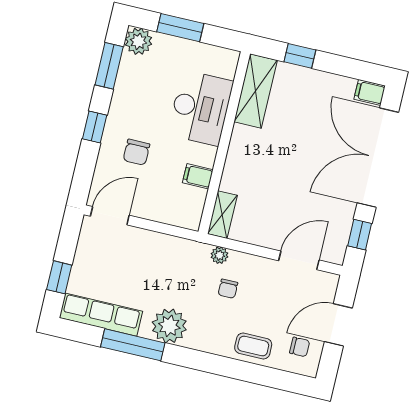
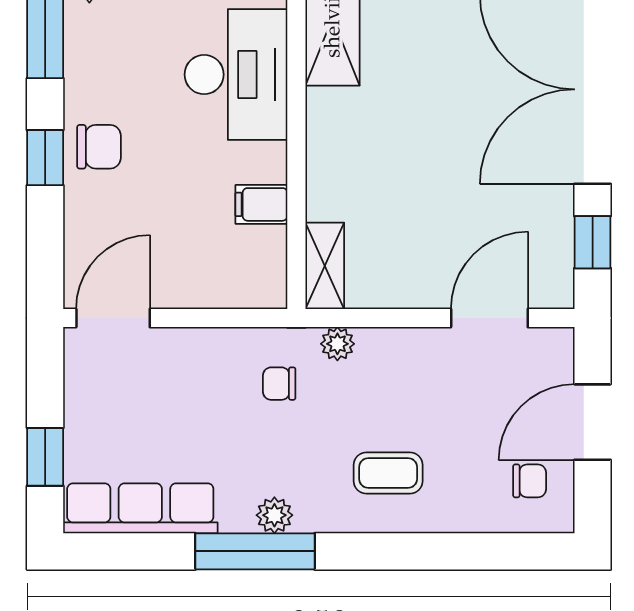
chair: (136, 152) -> (99, 147), moved, turned -90
chair: (228, 289) -> (279, 384), moved, turned 90
plant: (169, 326) -> (274, 515), width x0.53, depth x0.53
window: (133, 345) -> (255, 551), moved
coffee table: (253, 346) -> (388, 473), moved

